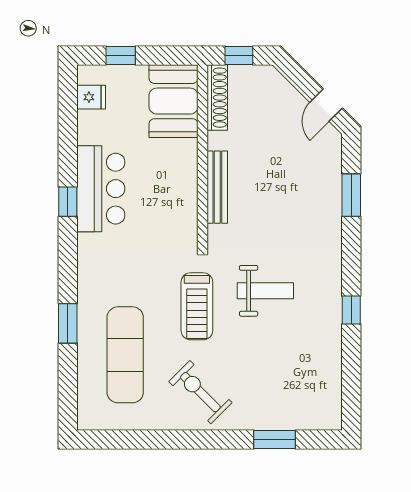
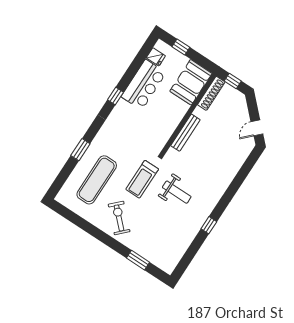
bar counter: (101, 189) -> (144, 85), moved
window: (351, 195) -> (242, 175), removed

